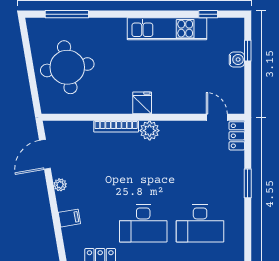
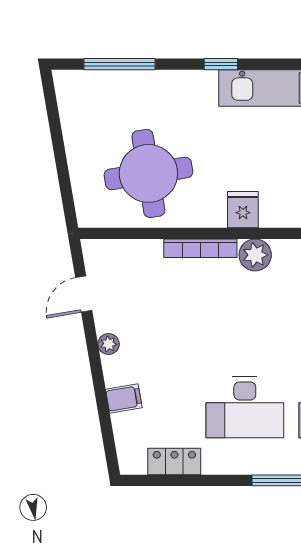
window: (129, 14) -> (221, 64), added
round table: (67, 67) -> (148, 173), moved
door: (45, 154) -> (84, 294), width x0.73

